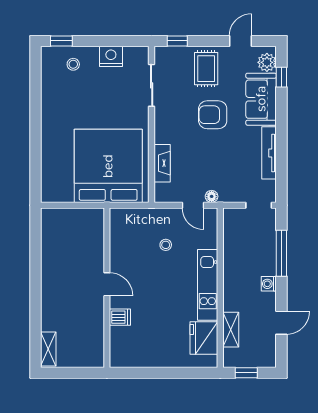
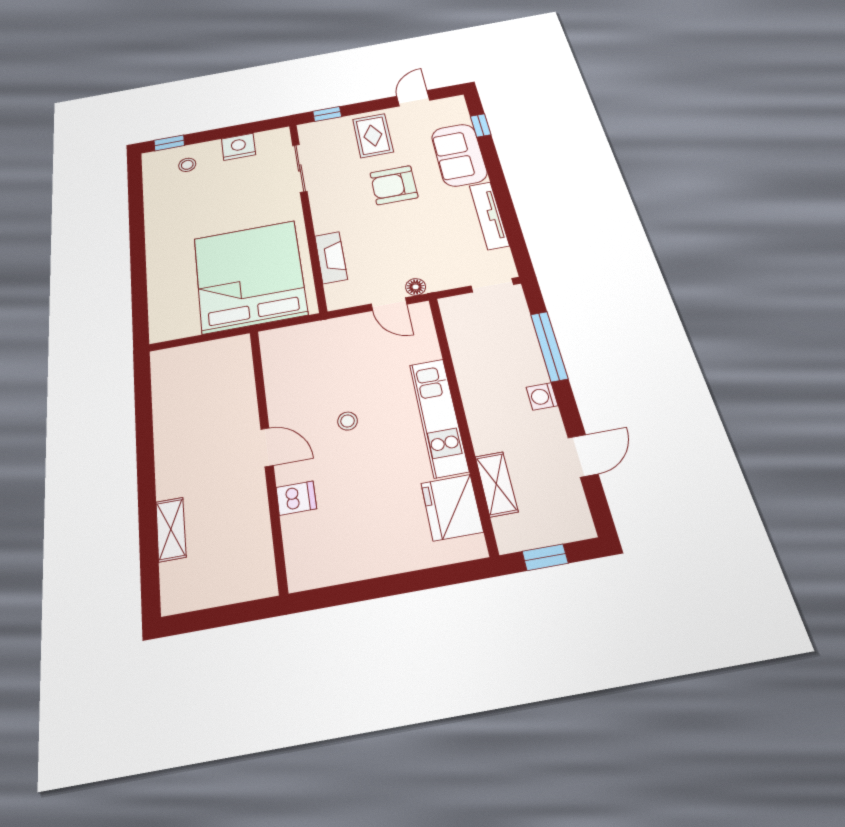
plant: (267, 62) -> (456, 114), removed
stool: (166, 245) -> (348, 421), moved
shelving: (48, 349) -> (171, 529), moved

